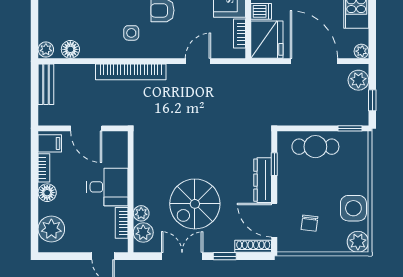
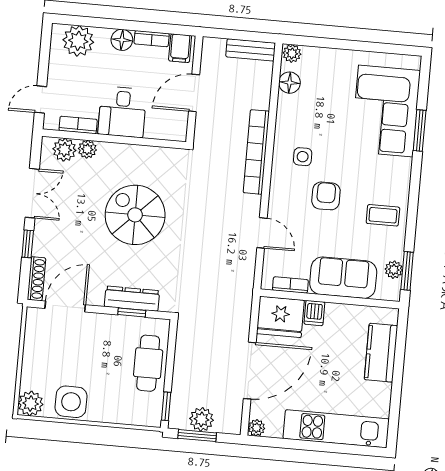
plant: (358, 80) -> (201, 419), moved
window: (372, 100) -> (197, 436), width x1.50
dresser: (263, 180) -> (132, 299), moved
spiral stairs: (195, 204) -> (135, 215), moved
chair: (309, 223) -> (58, 348), removed

